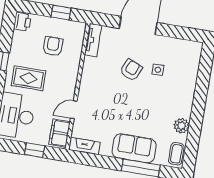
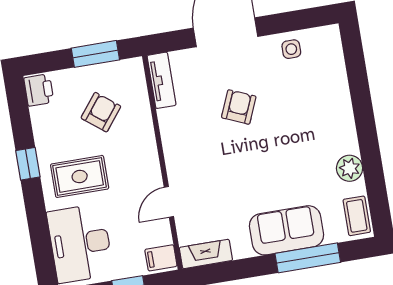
window: (61, 13) -> (95, 54), width x1.50
armchair: (53, 46) -> (101, 112), turned 38
side table: (158, 70) -> (291, 49), moved
filing cabinet: (59, 133) -> (161, 258), width x0.50

